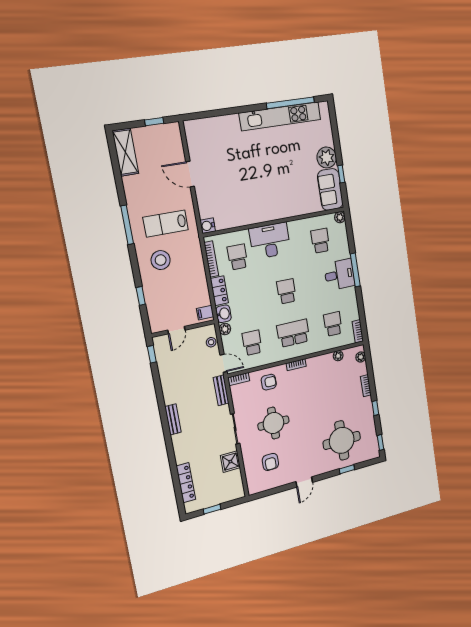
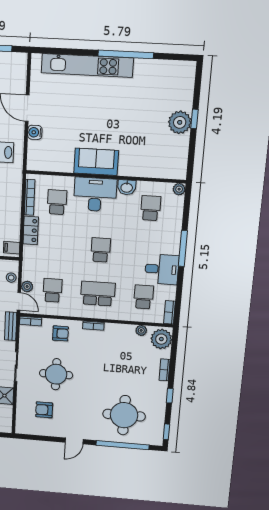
window: (290, 103) -> (126, 54), moved
kitchen unit: (280, 116) -> (87, 65), moved
window: (341, 174) -> (195, 119), moved
sofa: (330, 189) -> (96, 162), moved, turned 90
water cooler: (208, 226) -> (35, 132), moved
desk: (339, 275) -> (162, 269), moved
washbasin: (224, 314) -> (127, 187), moved, turned 90
plant: (225, 329) -> (27, 286), moved
plant: (361, 357) -> (161, 339), width x1.88, depth x1.88
armchair: (270, 462) -> (44, 410), turned 90
window: (347, 469) -> (123, 445), width x3.17

